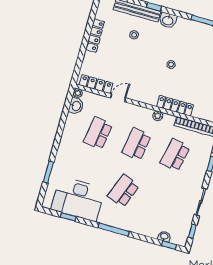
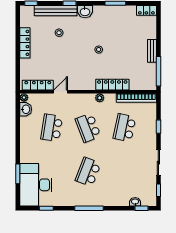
school desk: (137, 144) -> (88, 128), turned -30
desk: (78, 199) -> (36, 185), moved, turned 90

